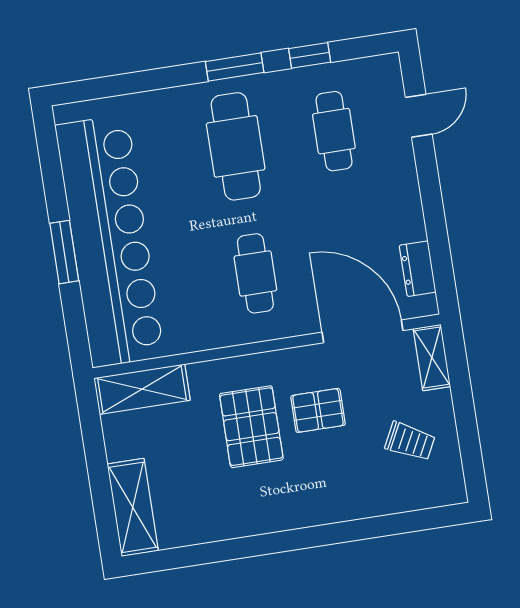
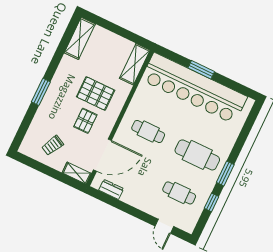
shelving: (133, 507) -> (80, 38), moved, turned 90
window: (321, 536) -> (41, 92), added

